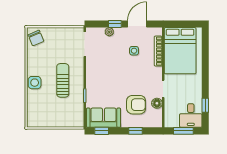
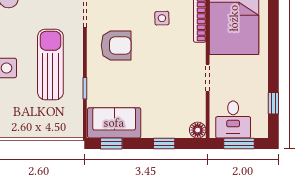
sun lounger: (63, 80) -> (50, 64), width x1.36, depth x1.34
floor lamp: (157, 103) -> (198, 130), moved
armchair: (136, 105) -> (116, 45), moved
desk: (191, 116) -> (233, 119), moved

